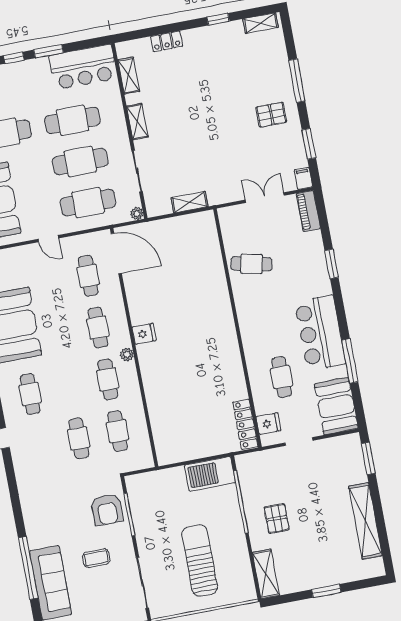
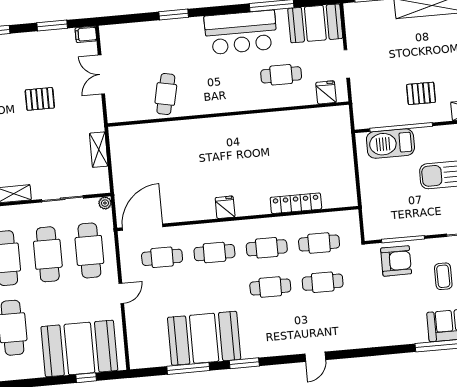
pallet: (271, 115) -> (40, 99), moved, turned 90
piano: (308, 211) -> (119, 32), removed
plant: (127, 354) -> (244, 226), removed
cafe table: (30, 394) -> (270, 287), moved
locker: (245, 424) -> (296, 203), moved, turned 180
barbecue: (210, 474) -> (390, 143), moved, turned 90

